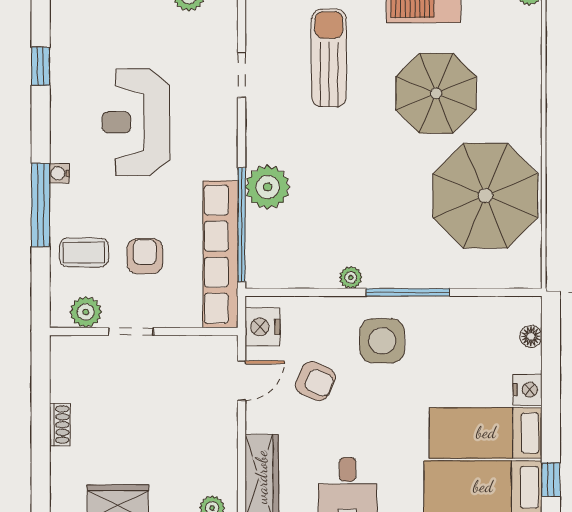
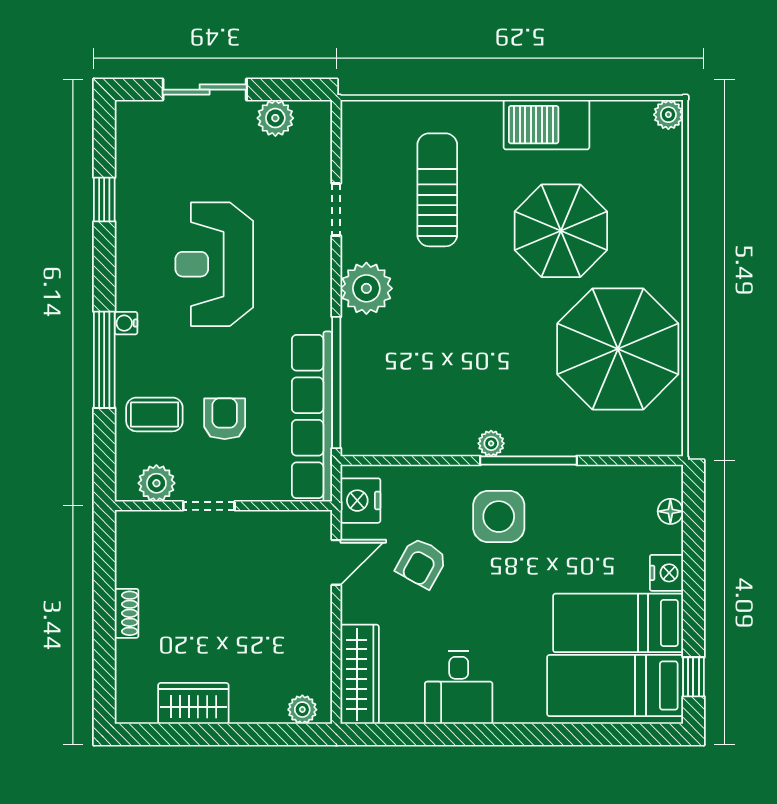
plant: (268, 187) -> (366, 288), moved
plant: (351, 277) -> (491, 443), moved
armchair: (315, 381) -> (421, 563), turned 95

